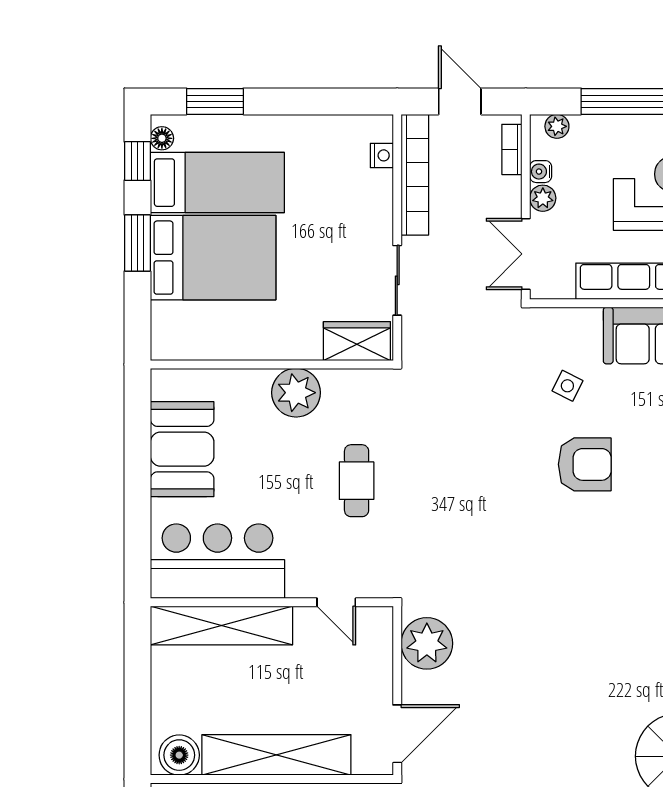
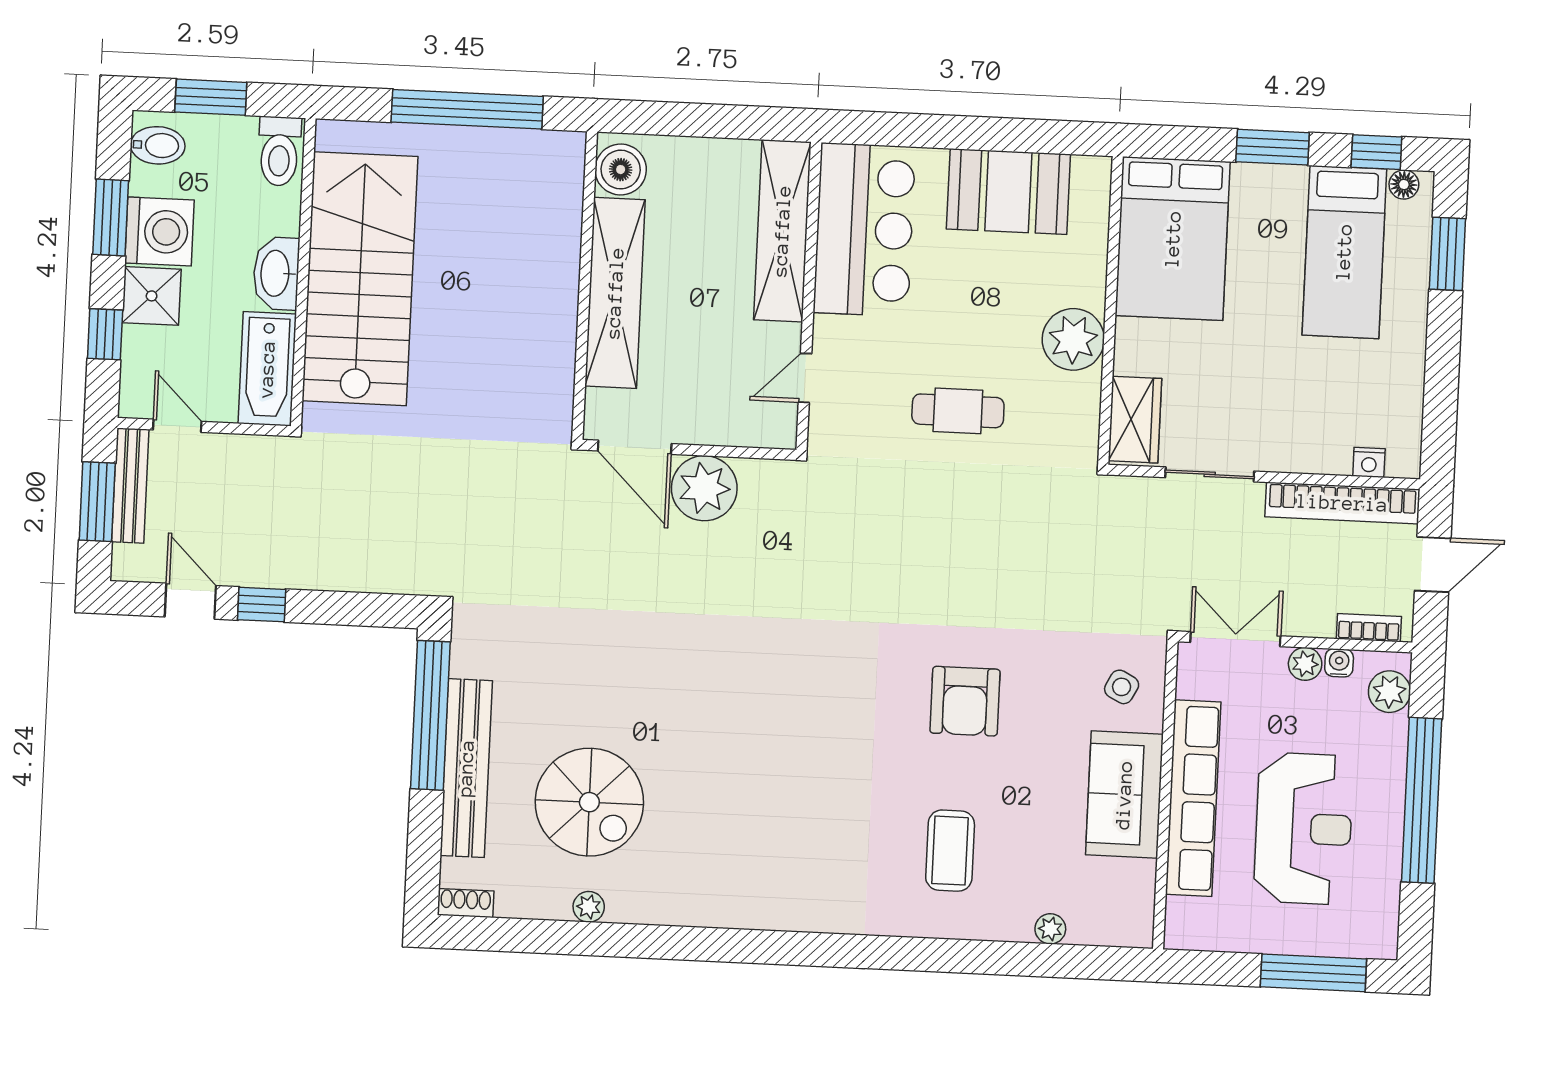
plant: (557, 126) -> (1389, 692), width x1.38, depth x1.38
bed: (213, 258) -> (1173, 239), moved
side table: (567, 386) -> (1122, 687), moved
plant: (427, 643) -> (704, 488), moved

